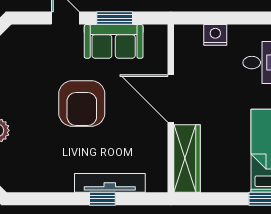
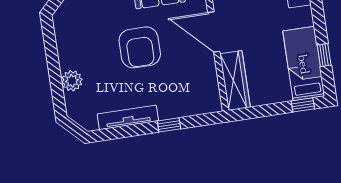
tv unit: (110, 183) -> (128, 117), moved

